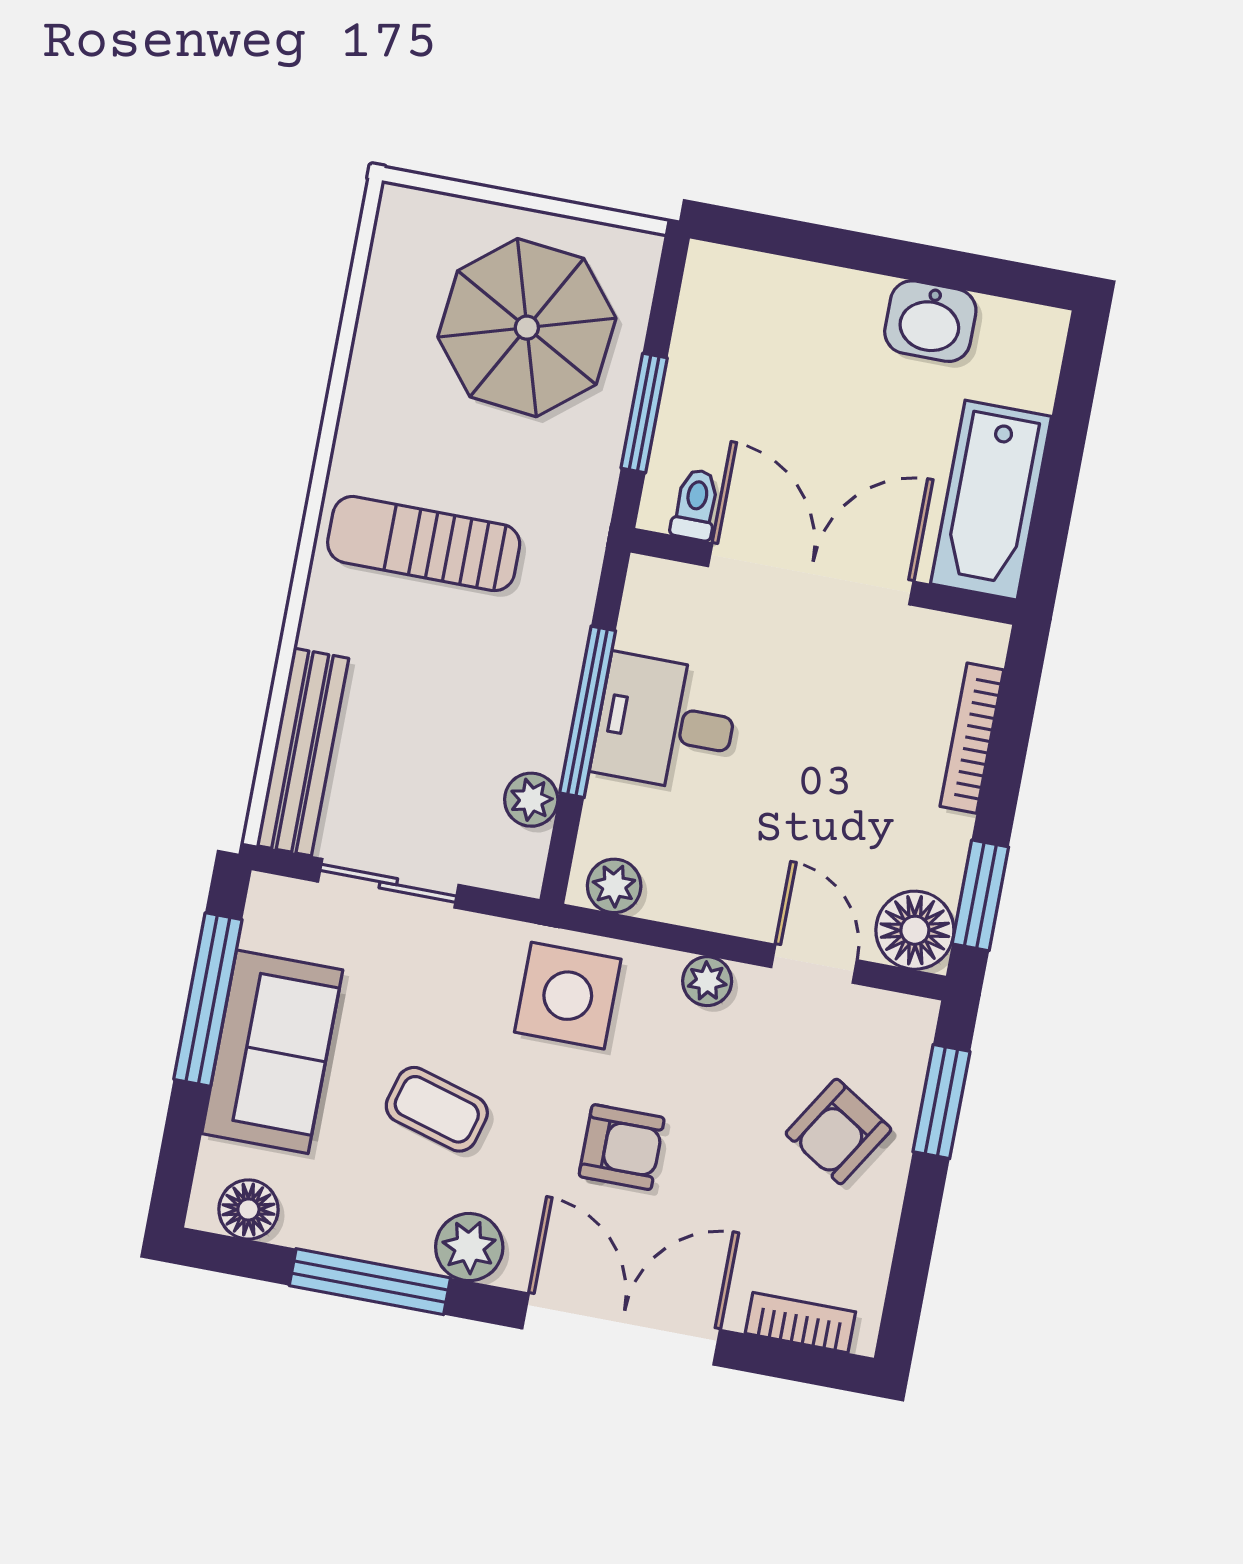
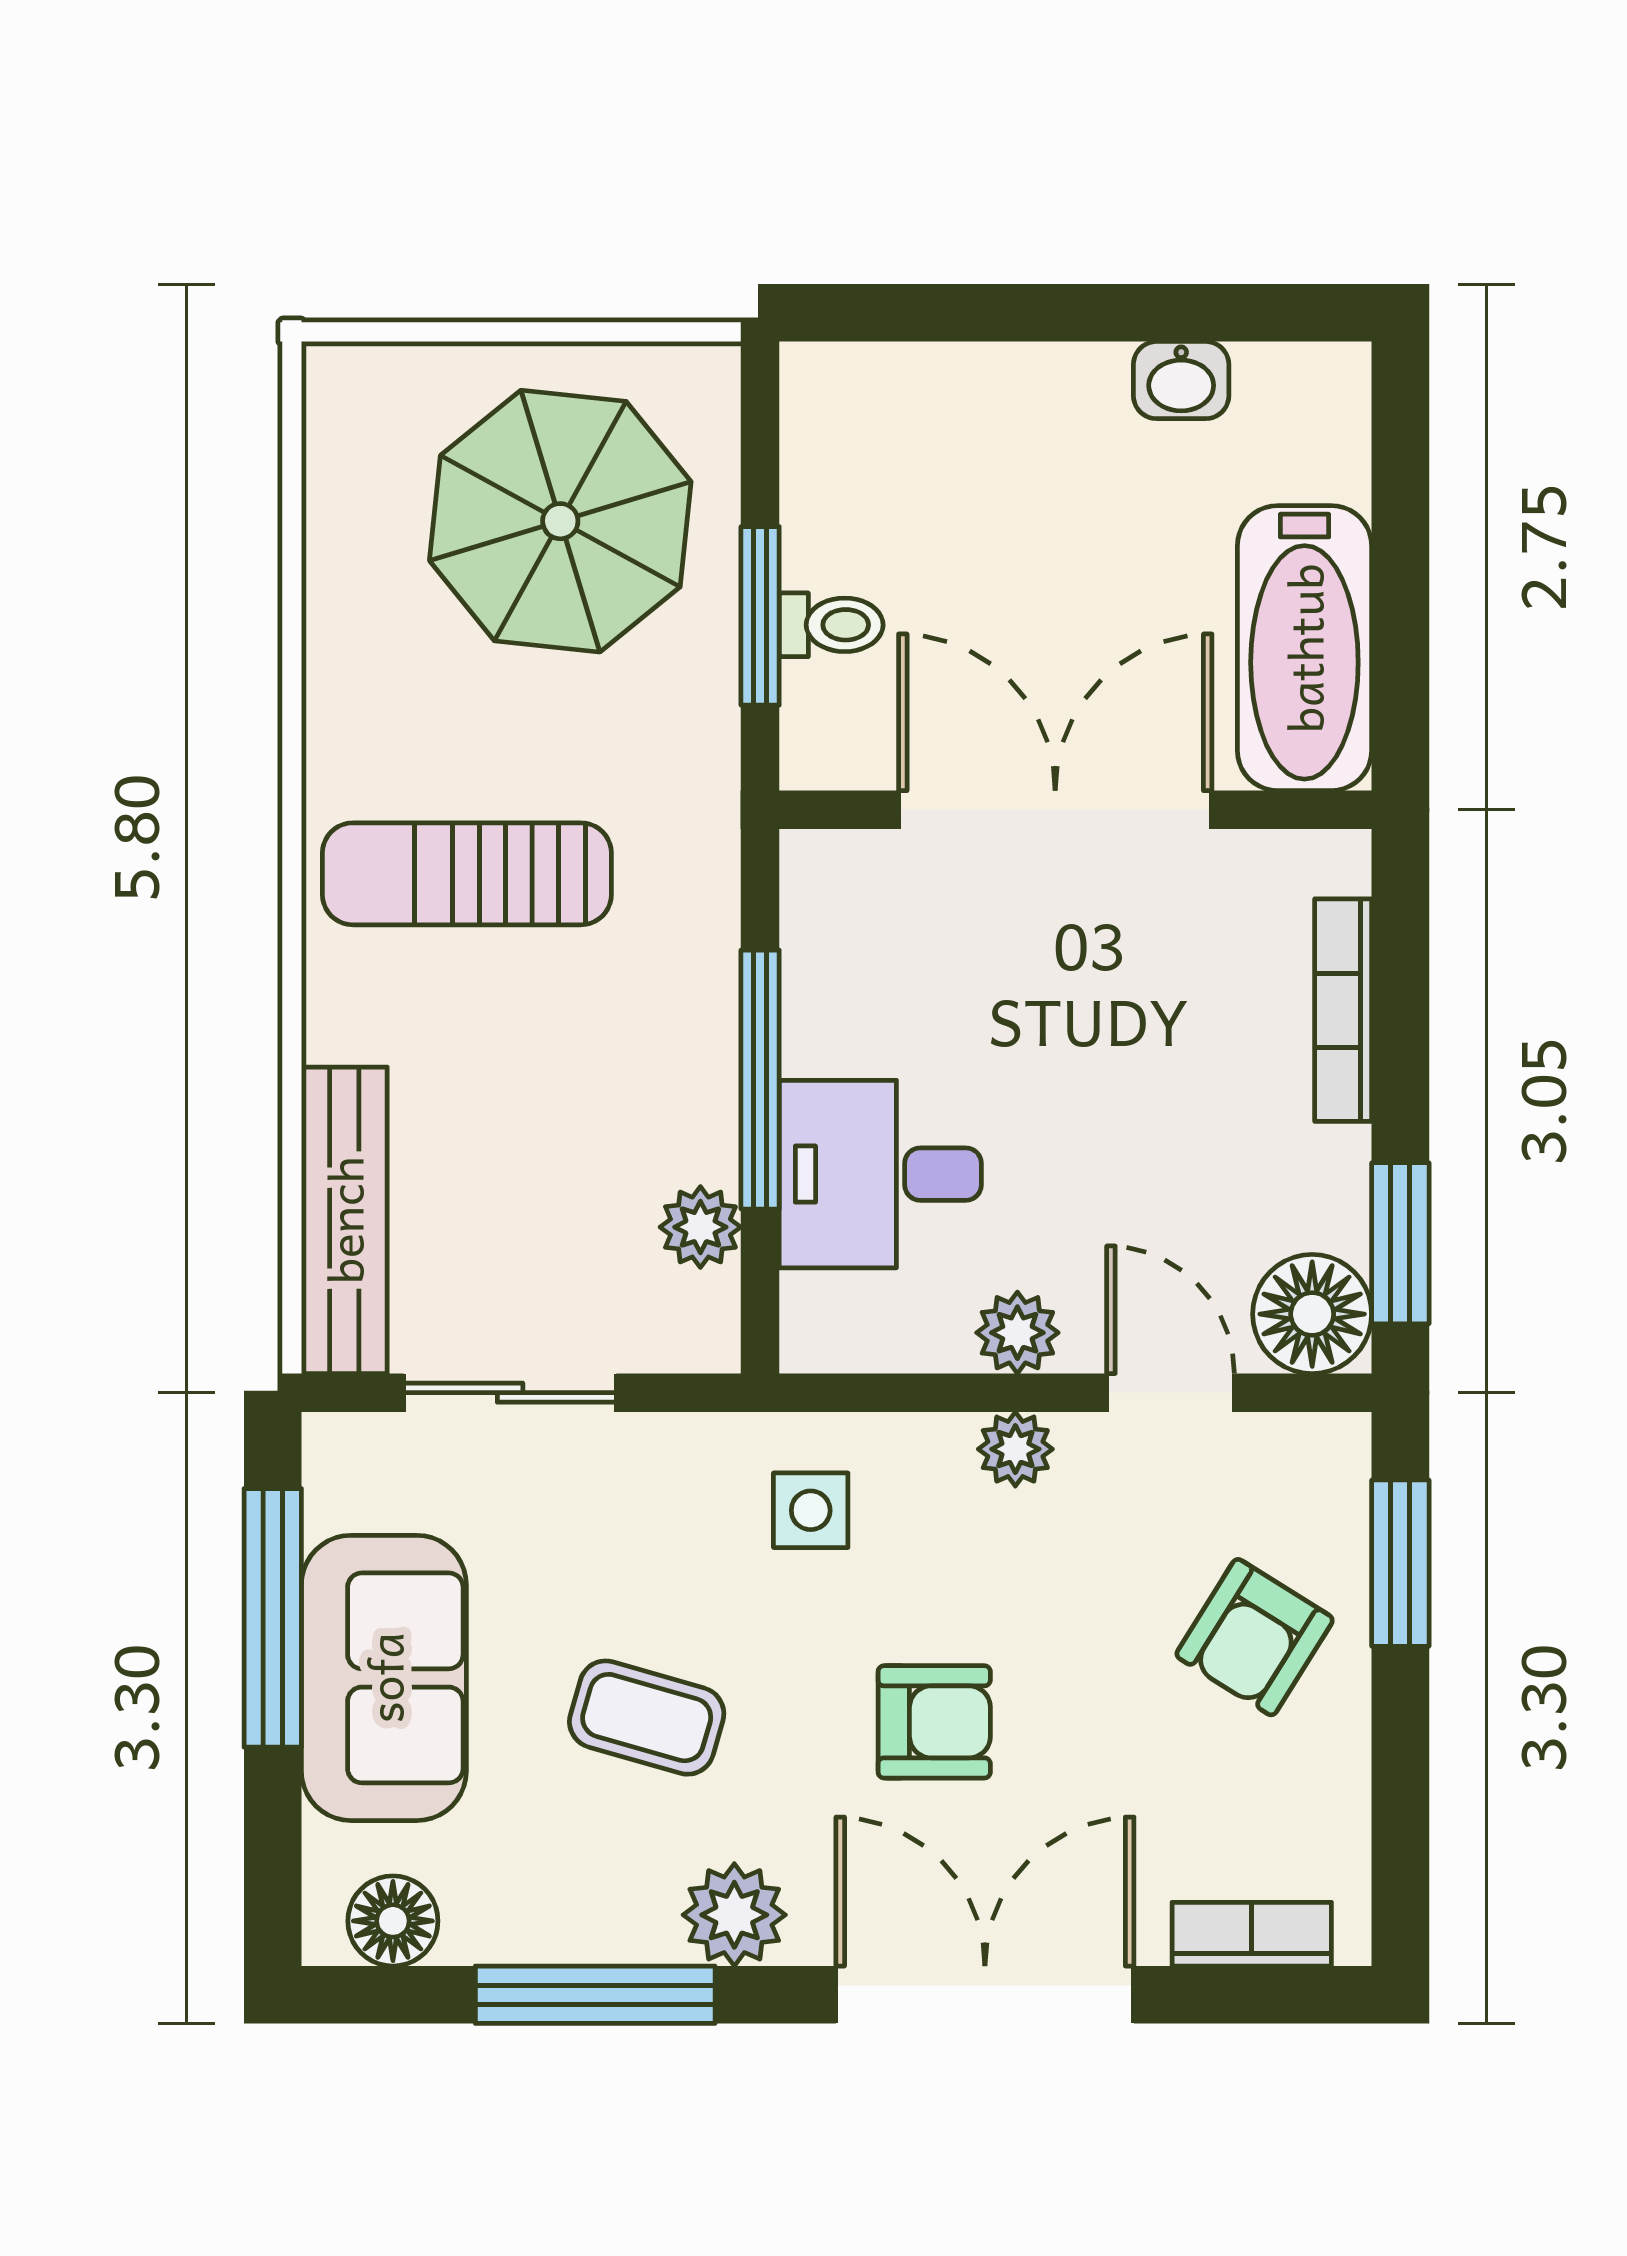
washbasin: (930, 321) -> (1181, 380), width x0.72, depth x0.69
toilet: (696, 505) -> (831, 625), moved, turned 90
desk: (666, 723) -> (880, 1174), moved
plant: (614, 886) -> (1017, 1333), moved
side table: (568, 996) -> (811, 1510), width x0.54, depth x0.54

